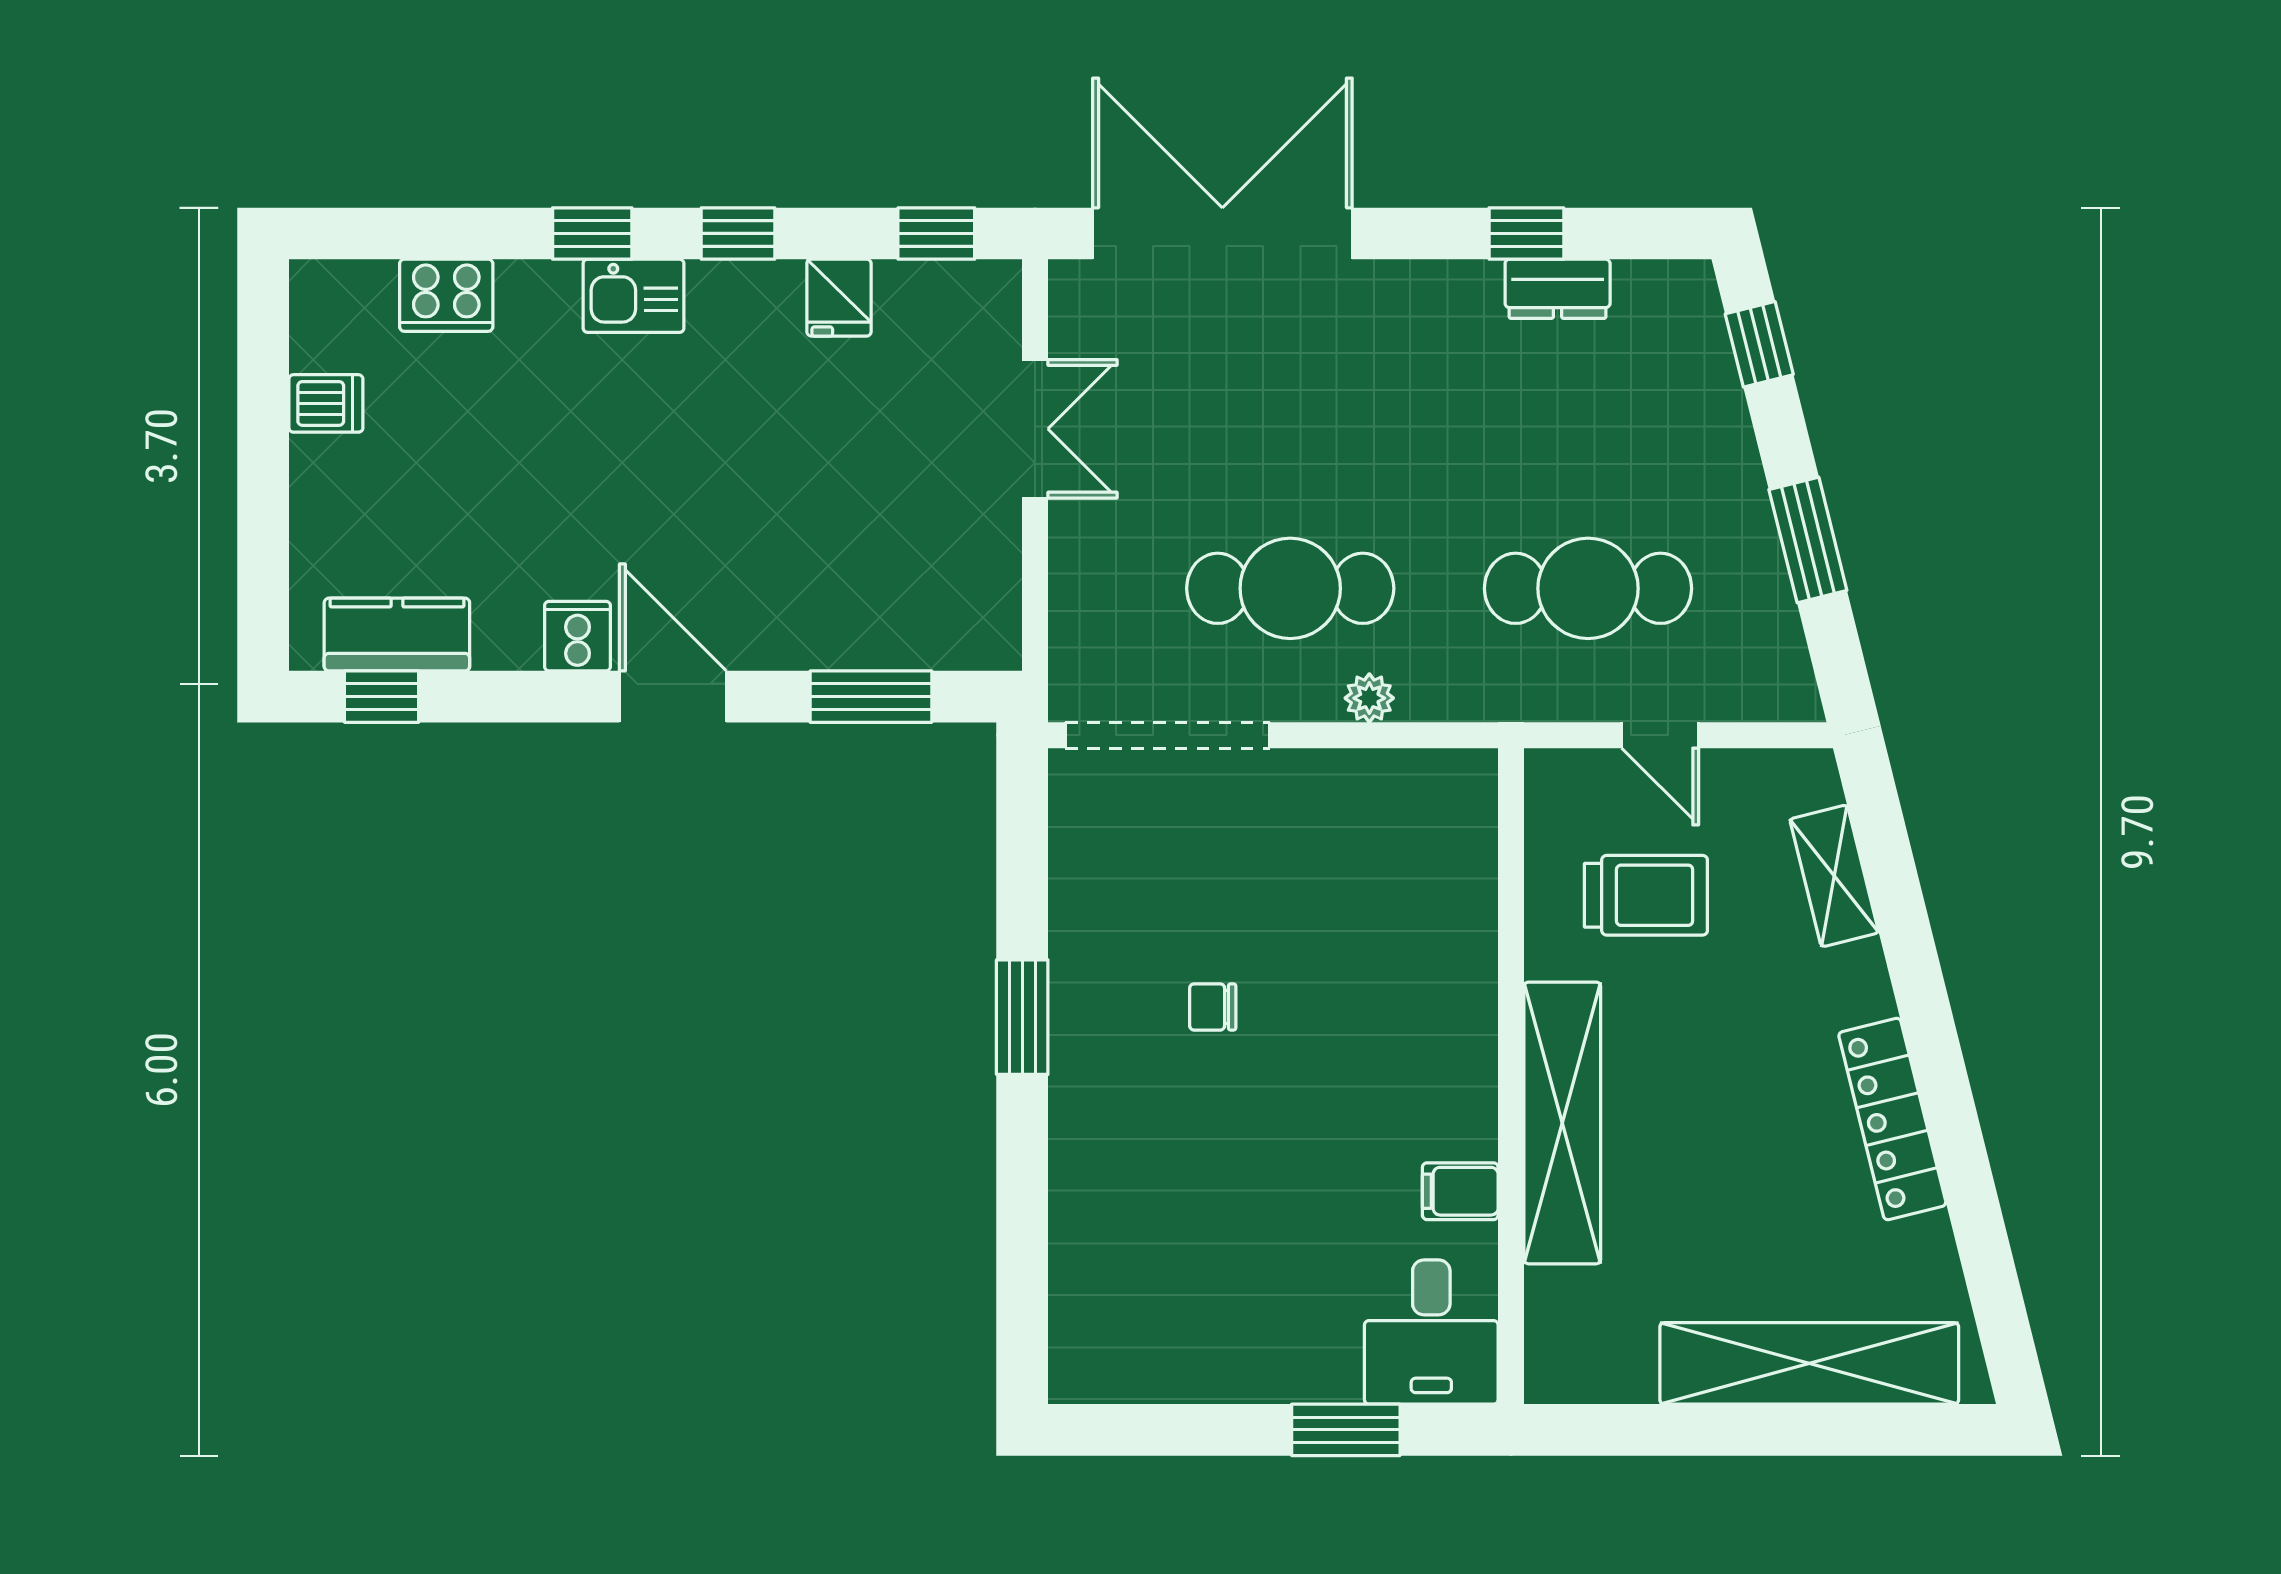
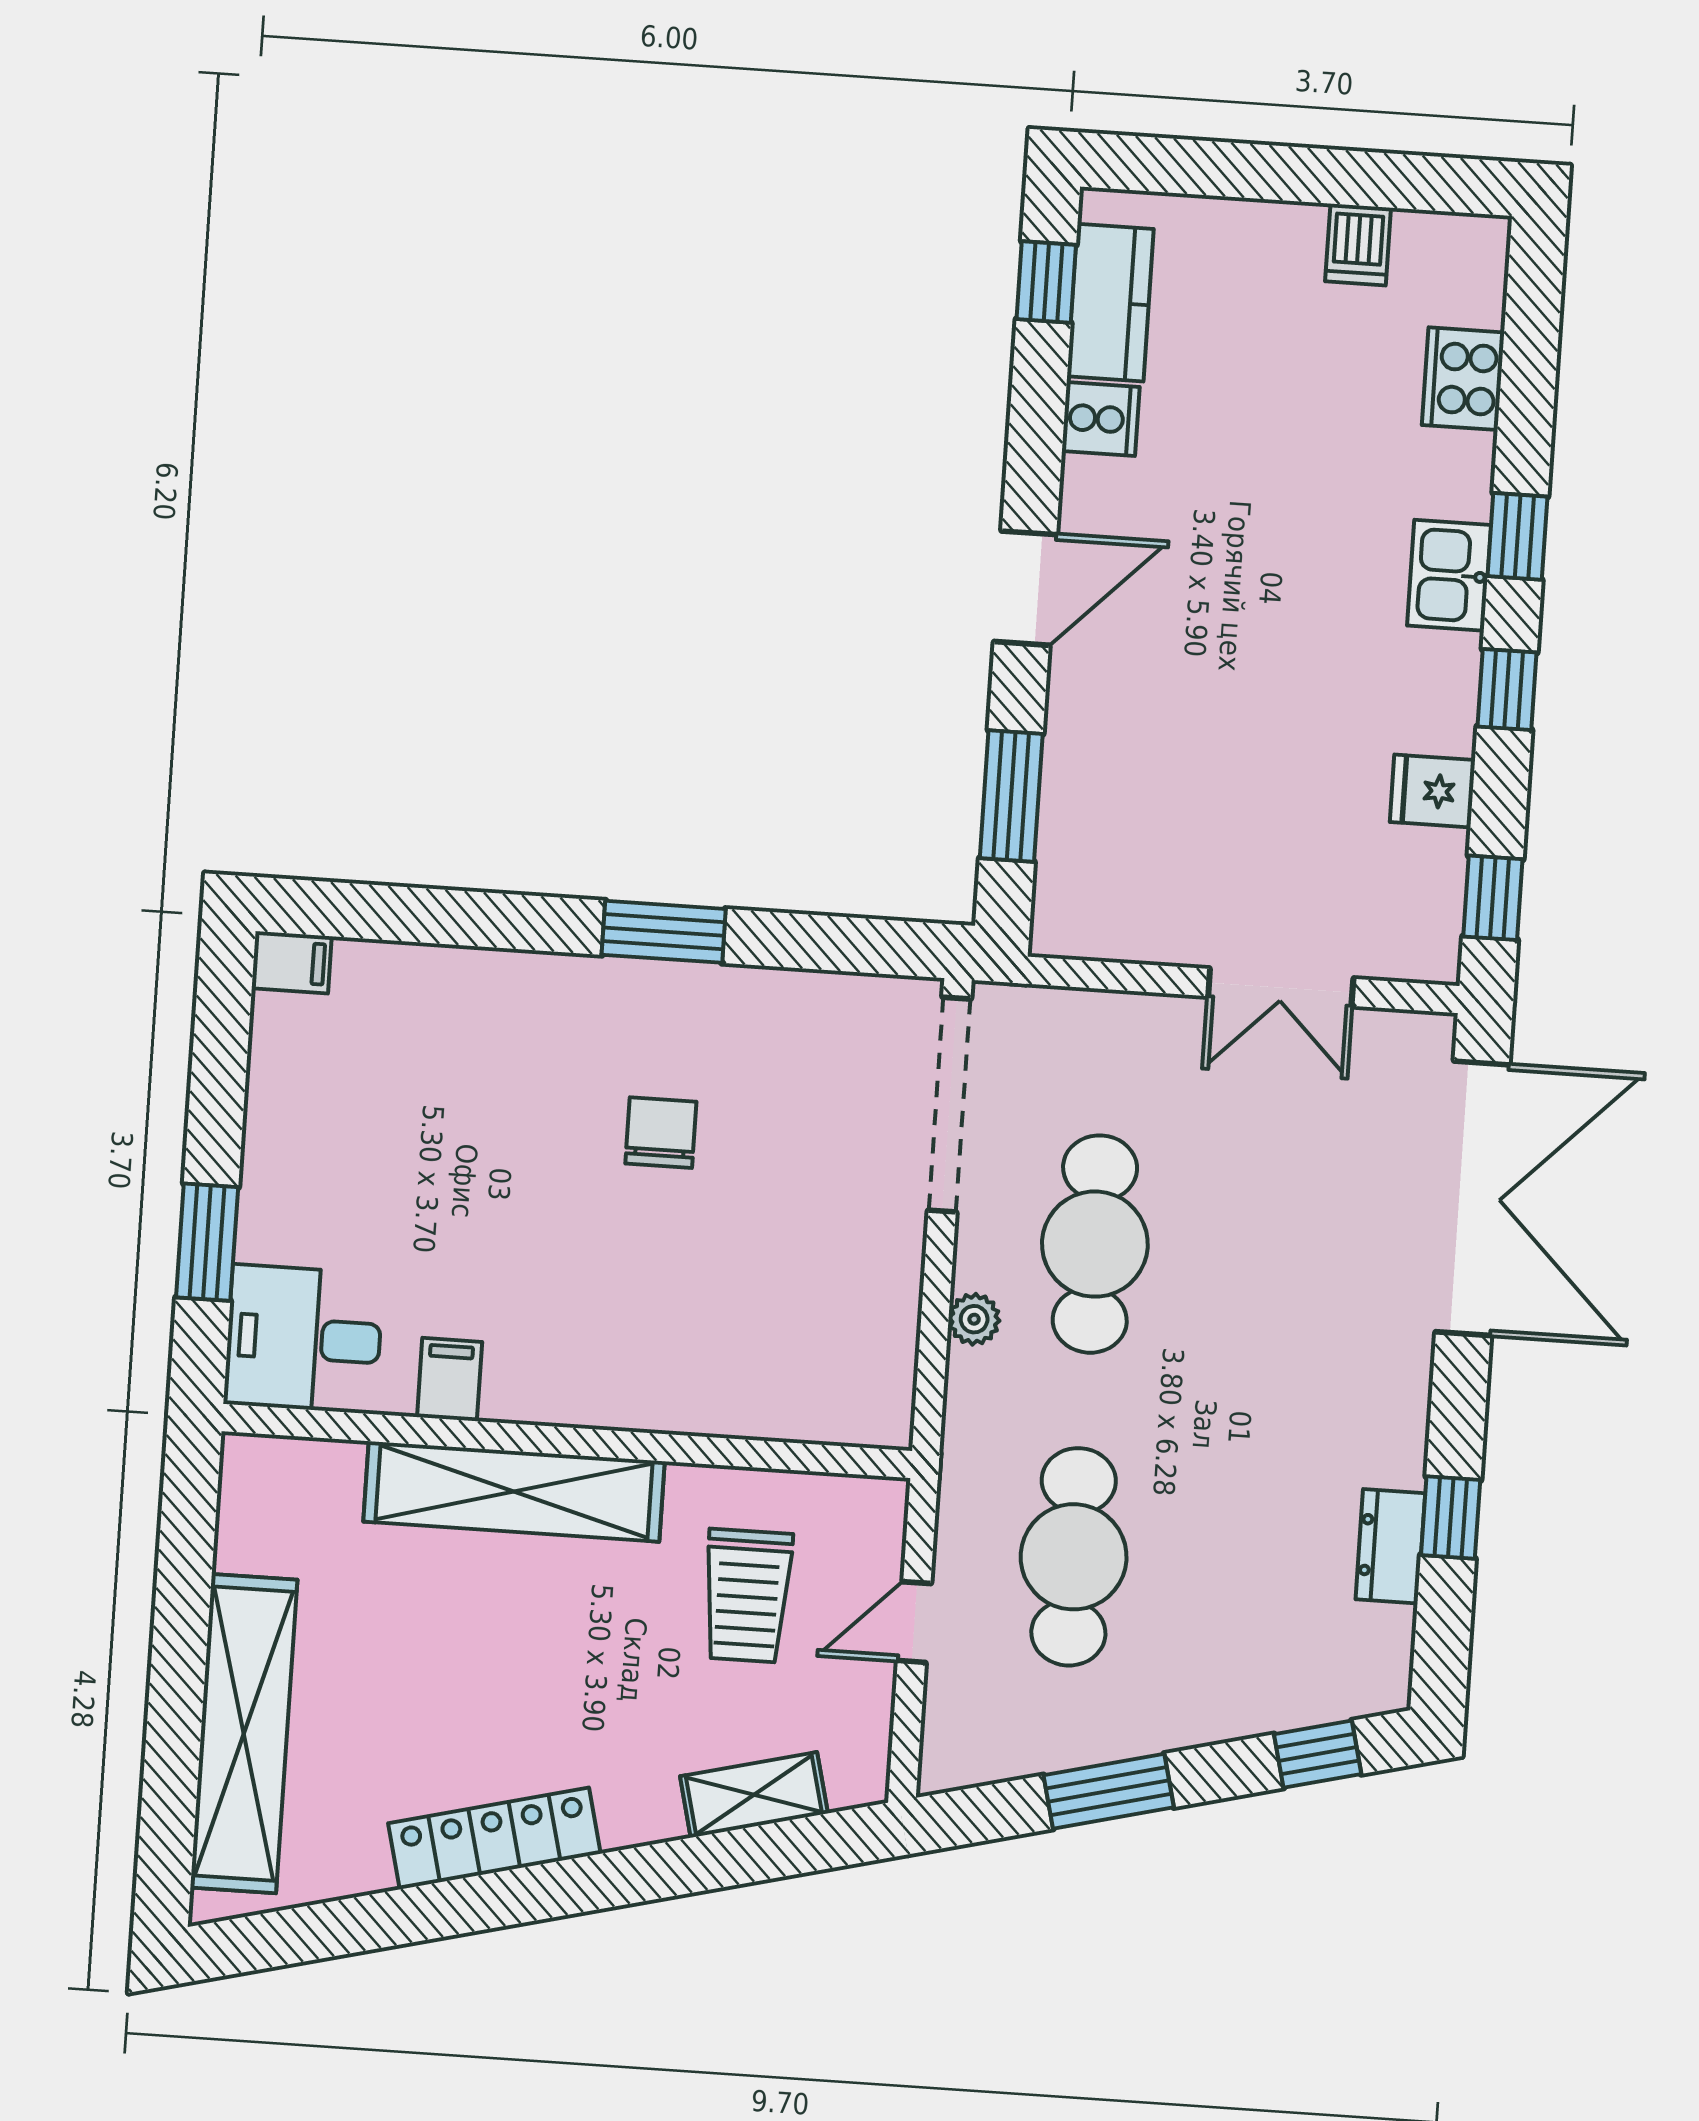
cooker: (578, 636) -> (1101, 419), moved
chair: (1213, 1007) -> (661, 1133), width x1.37, depth x1.37
filing cabinet: (1075, 1368) -> (292, 962), added

